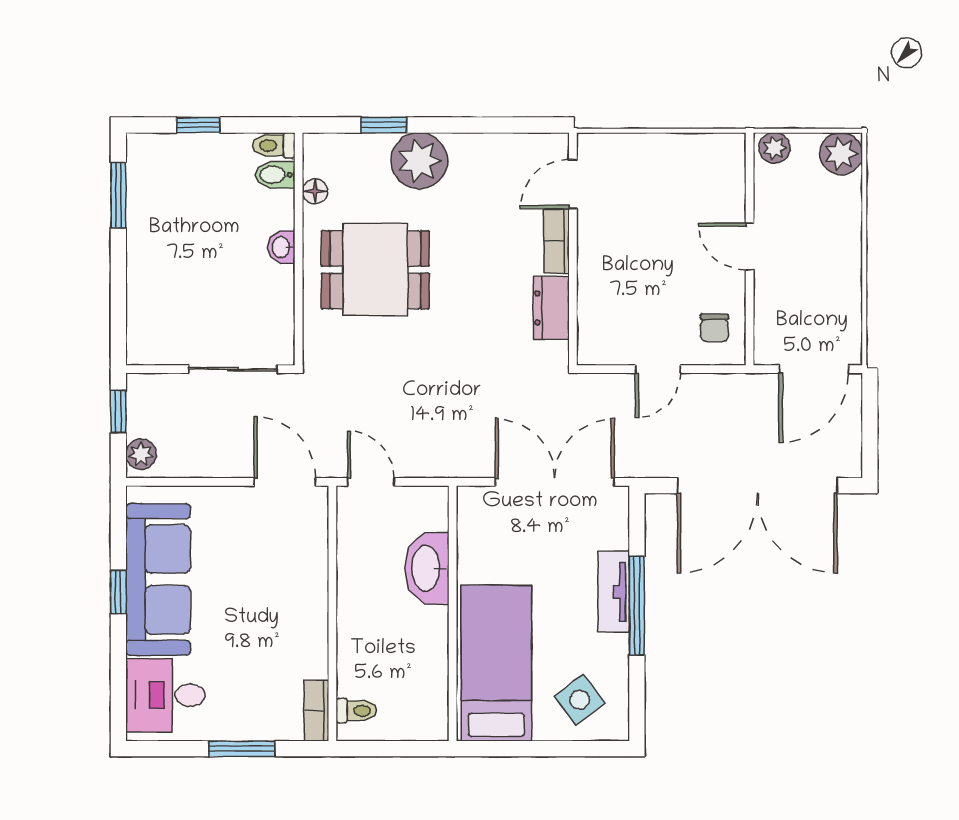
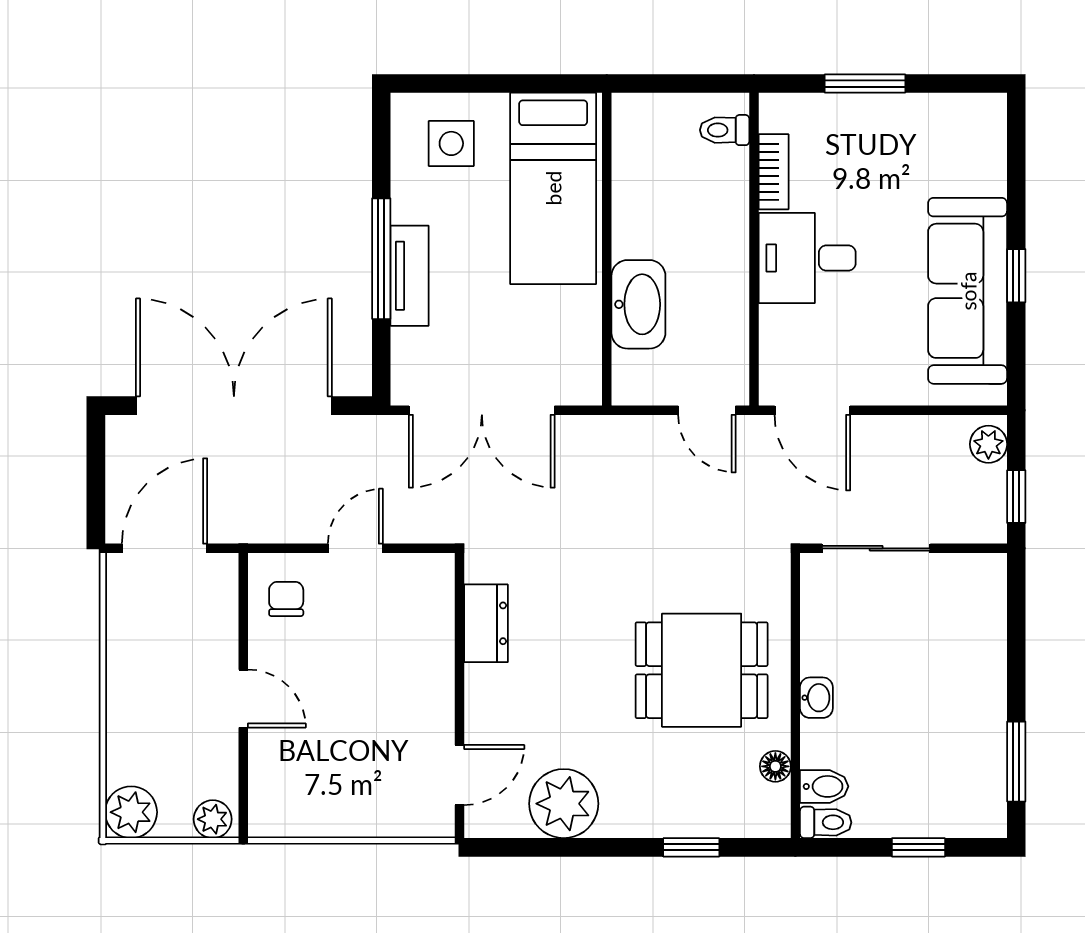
plant: (419, 161) -> (564, 804), moved
bookcase: (556, 241) -> (480, 705), removed
desk: (165, 695) -> (807, 258), moved, turned 180
side table: (580, 700) -> (451, 143), turned 37
bookcase: (316, 711) -> (774, 172), moved

